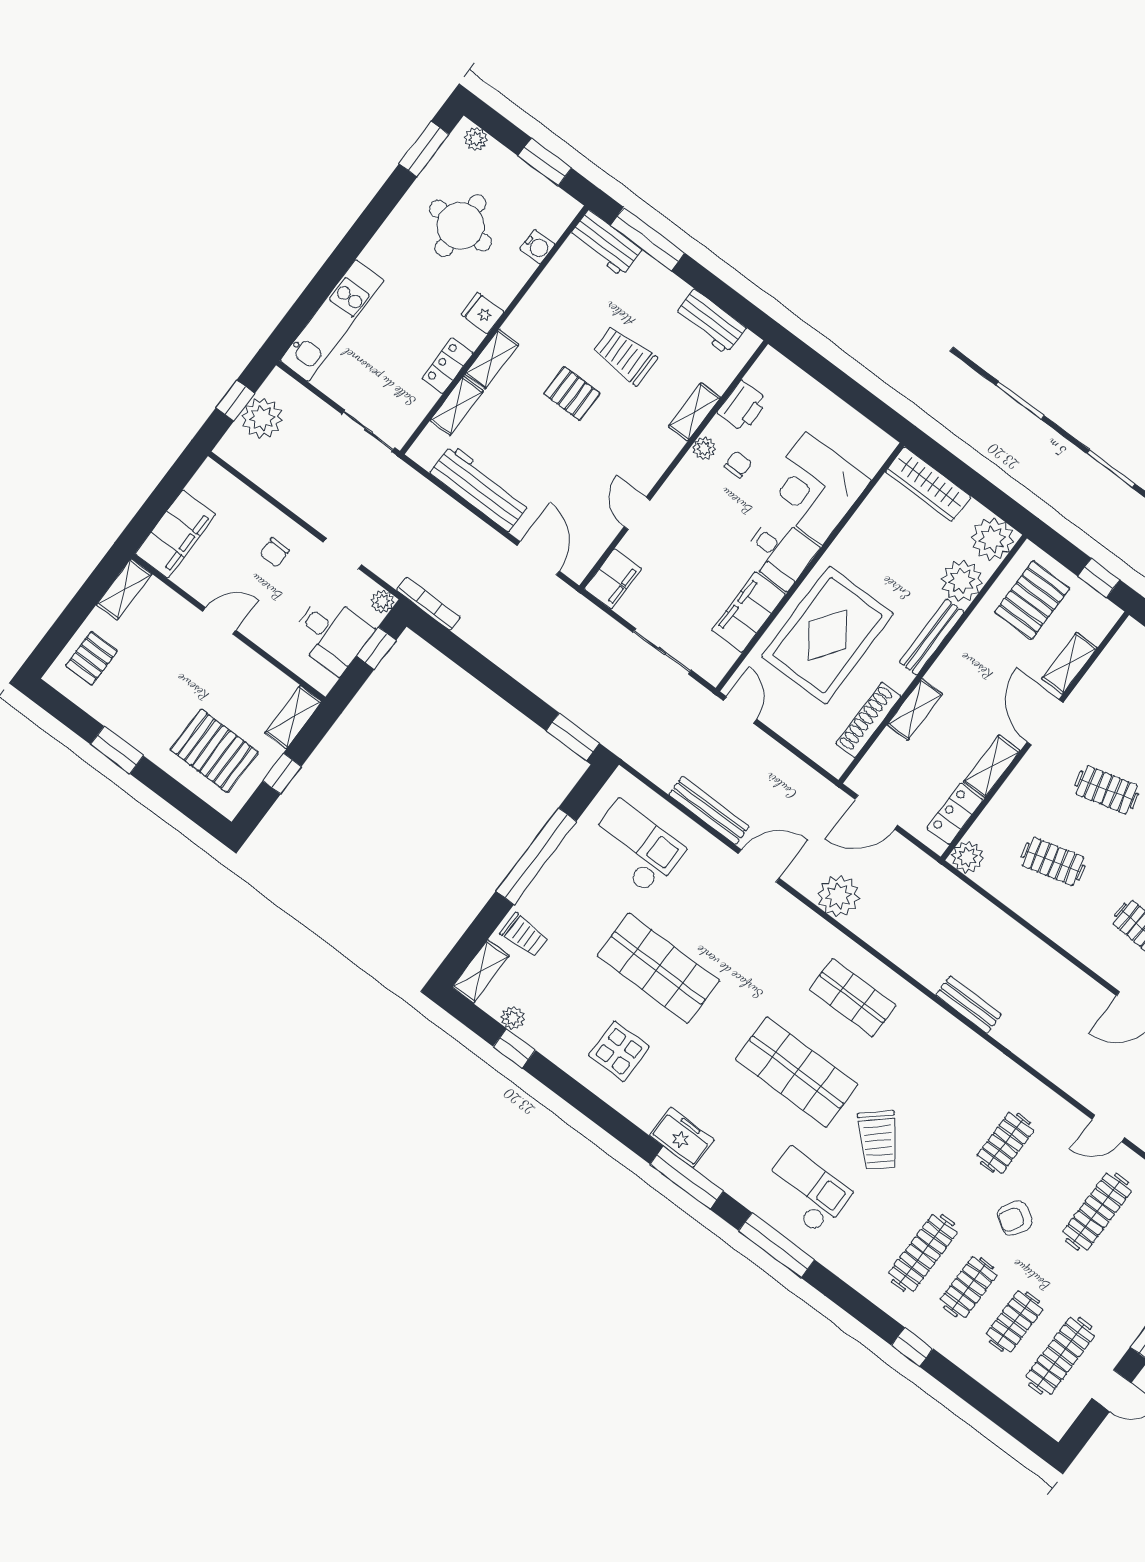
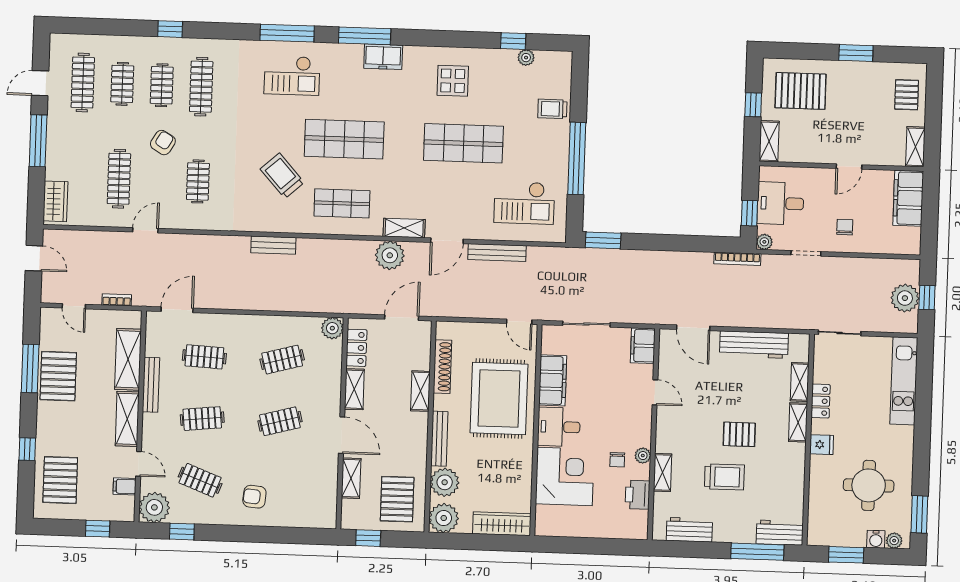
water cooler: (537, 247) -> (876, 539), moved, turned -90
shelving: (481, 971) -> (404, 228), moved, turned 90
trolley: (878, 1140) -> (282, 176), moved

